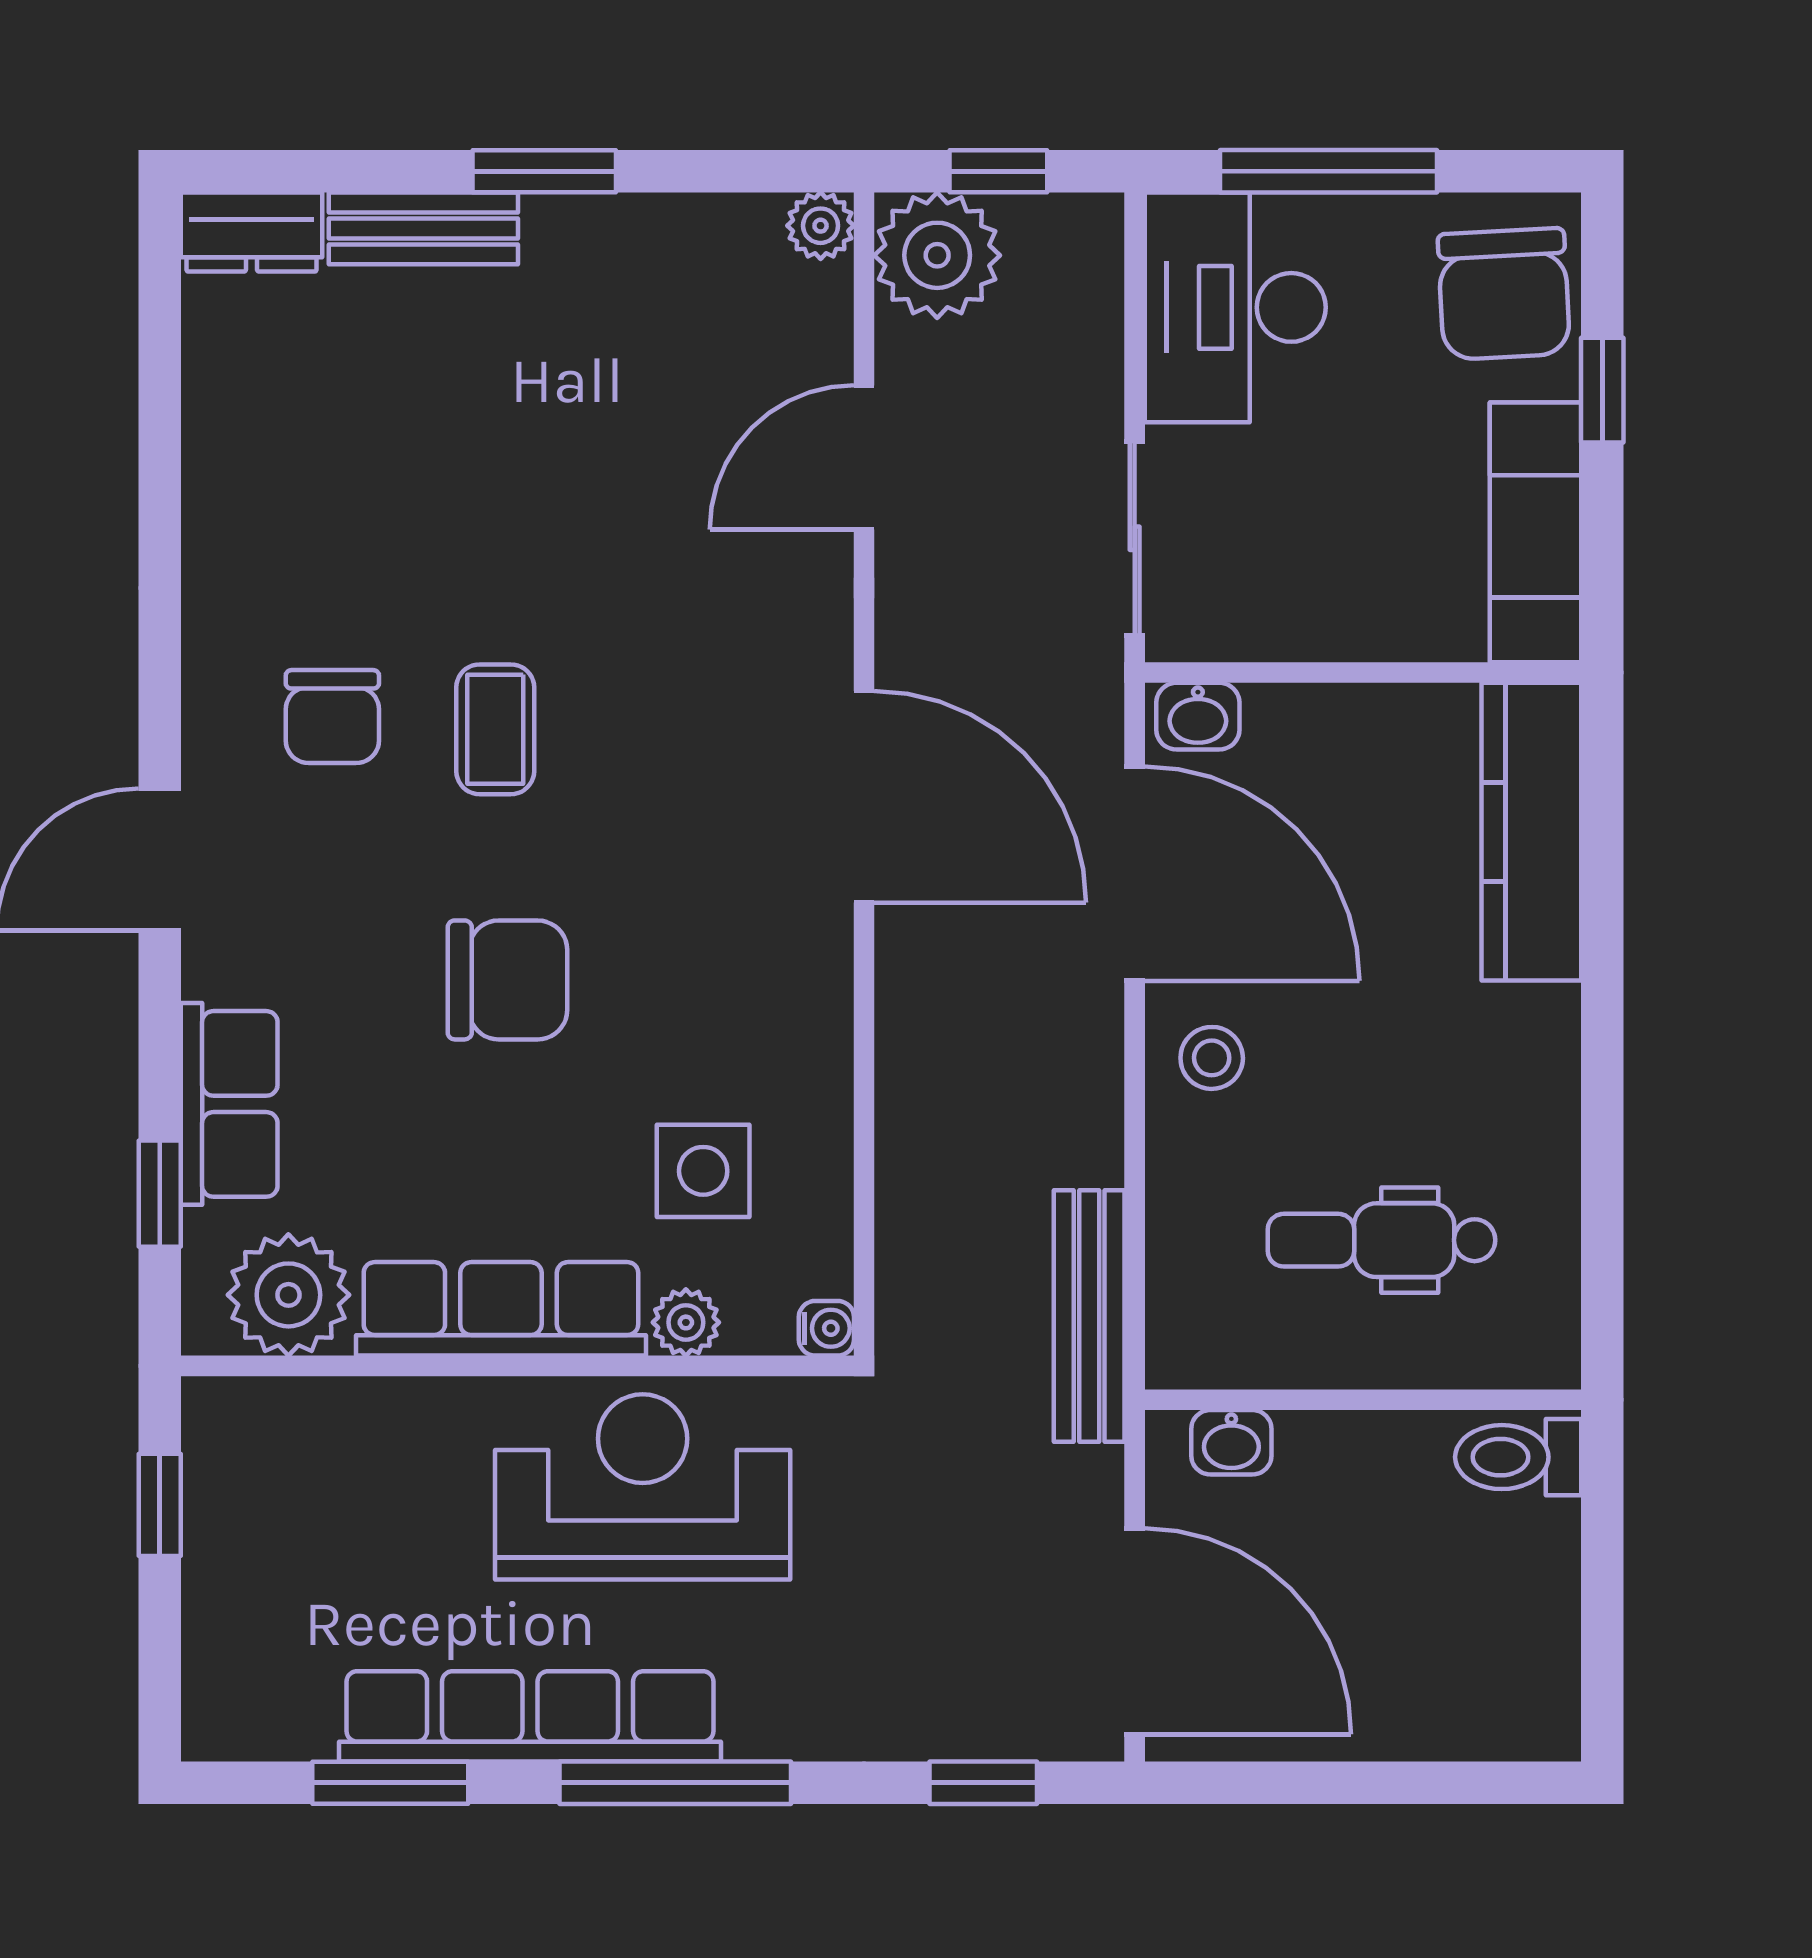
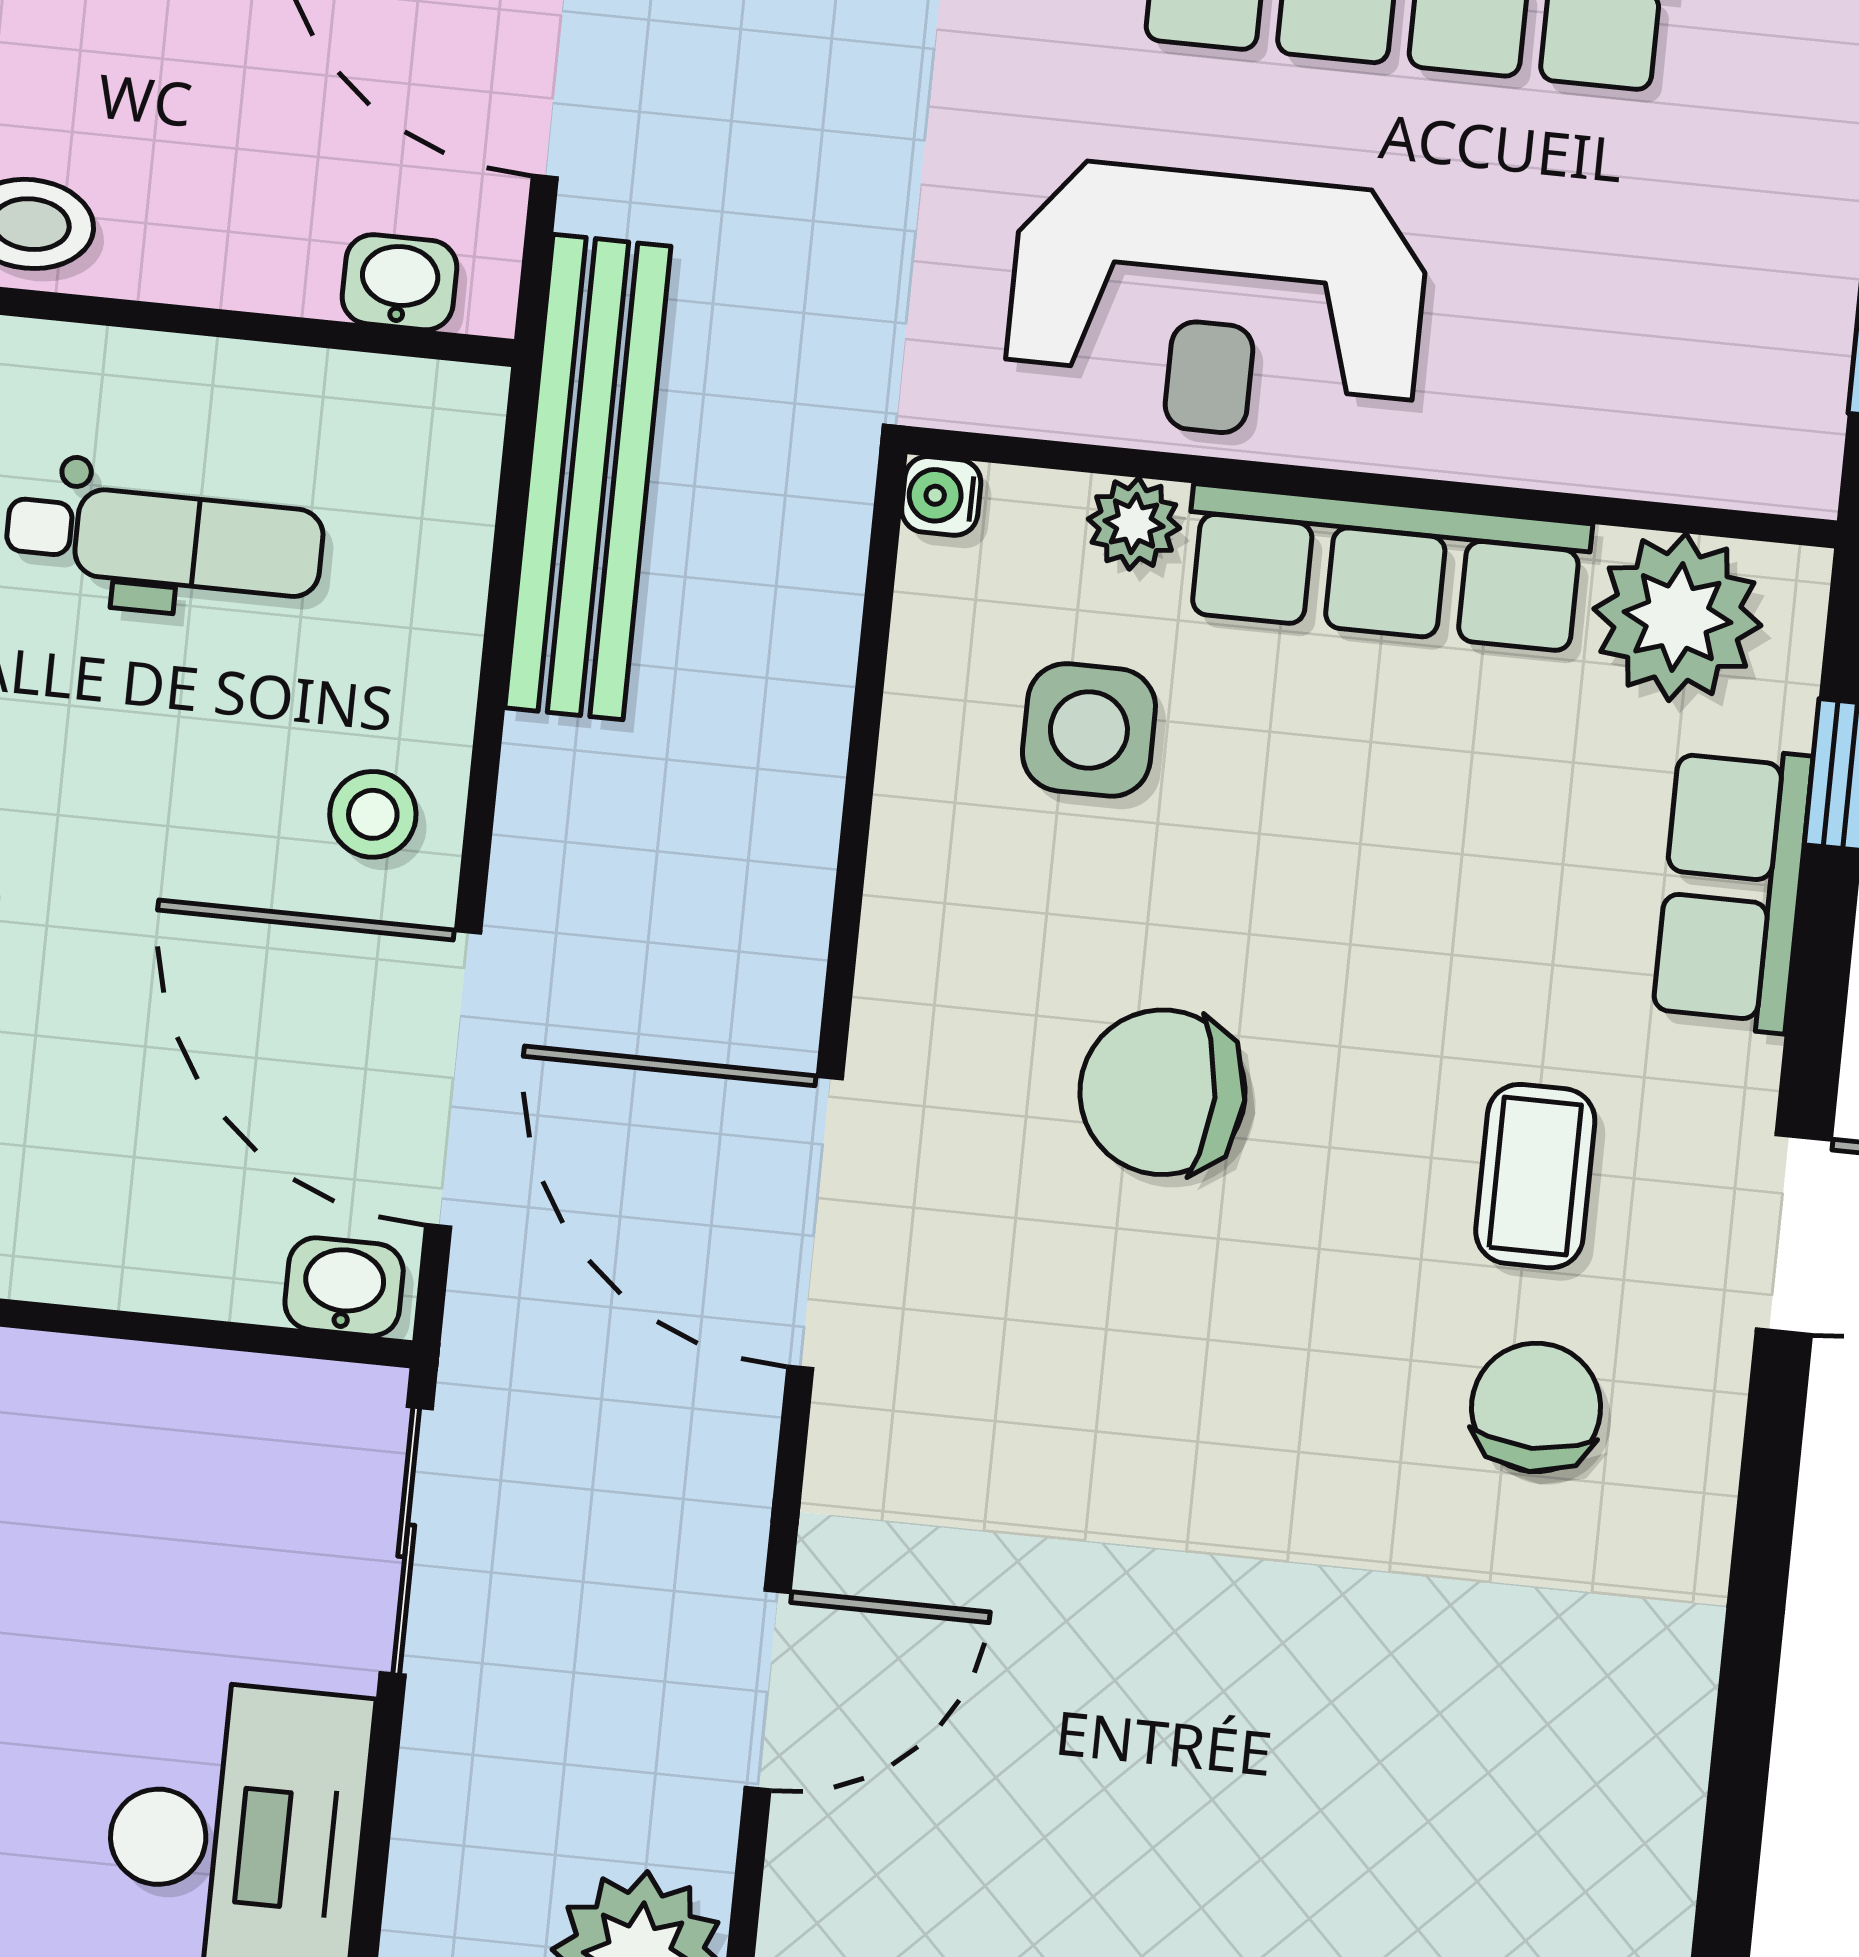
coffee table: (495, 729) -> (1535, 1176), moved
chair: (507, 980) -> (1162, 1092), moved
bench: (1089, 1316) -> (588, 477), width x1.37, depth x1.21

